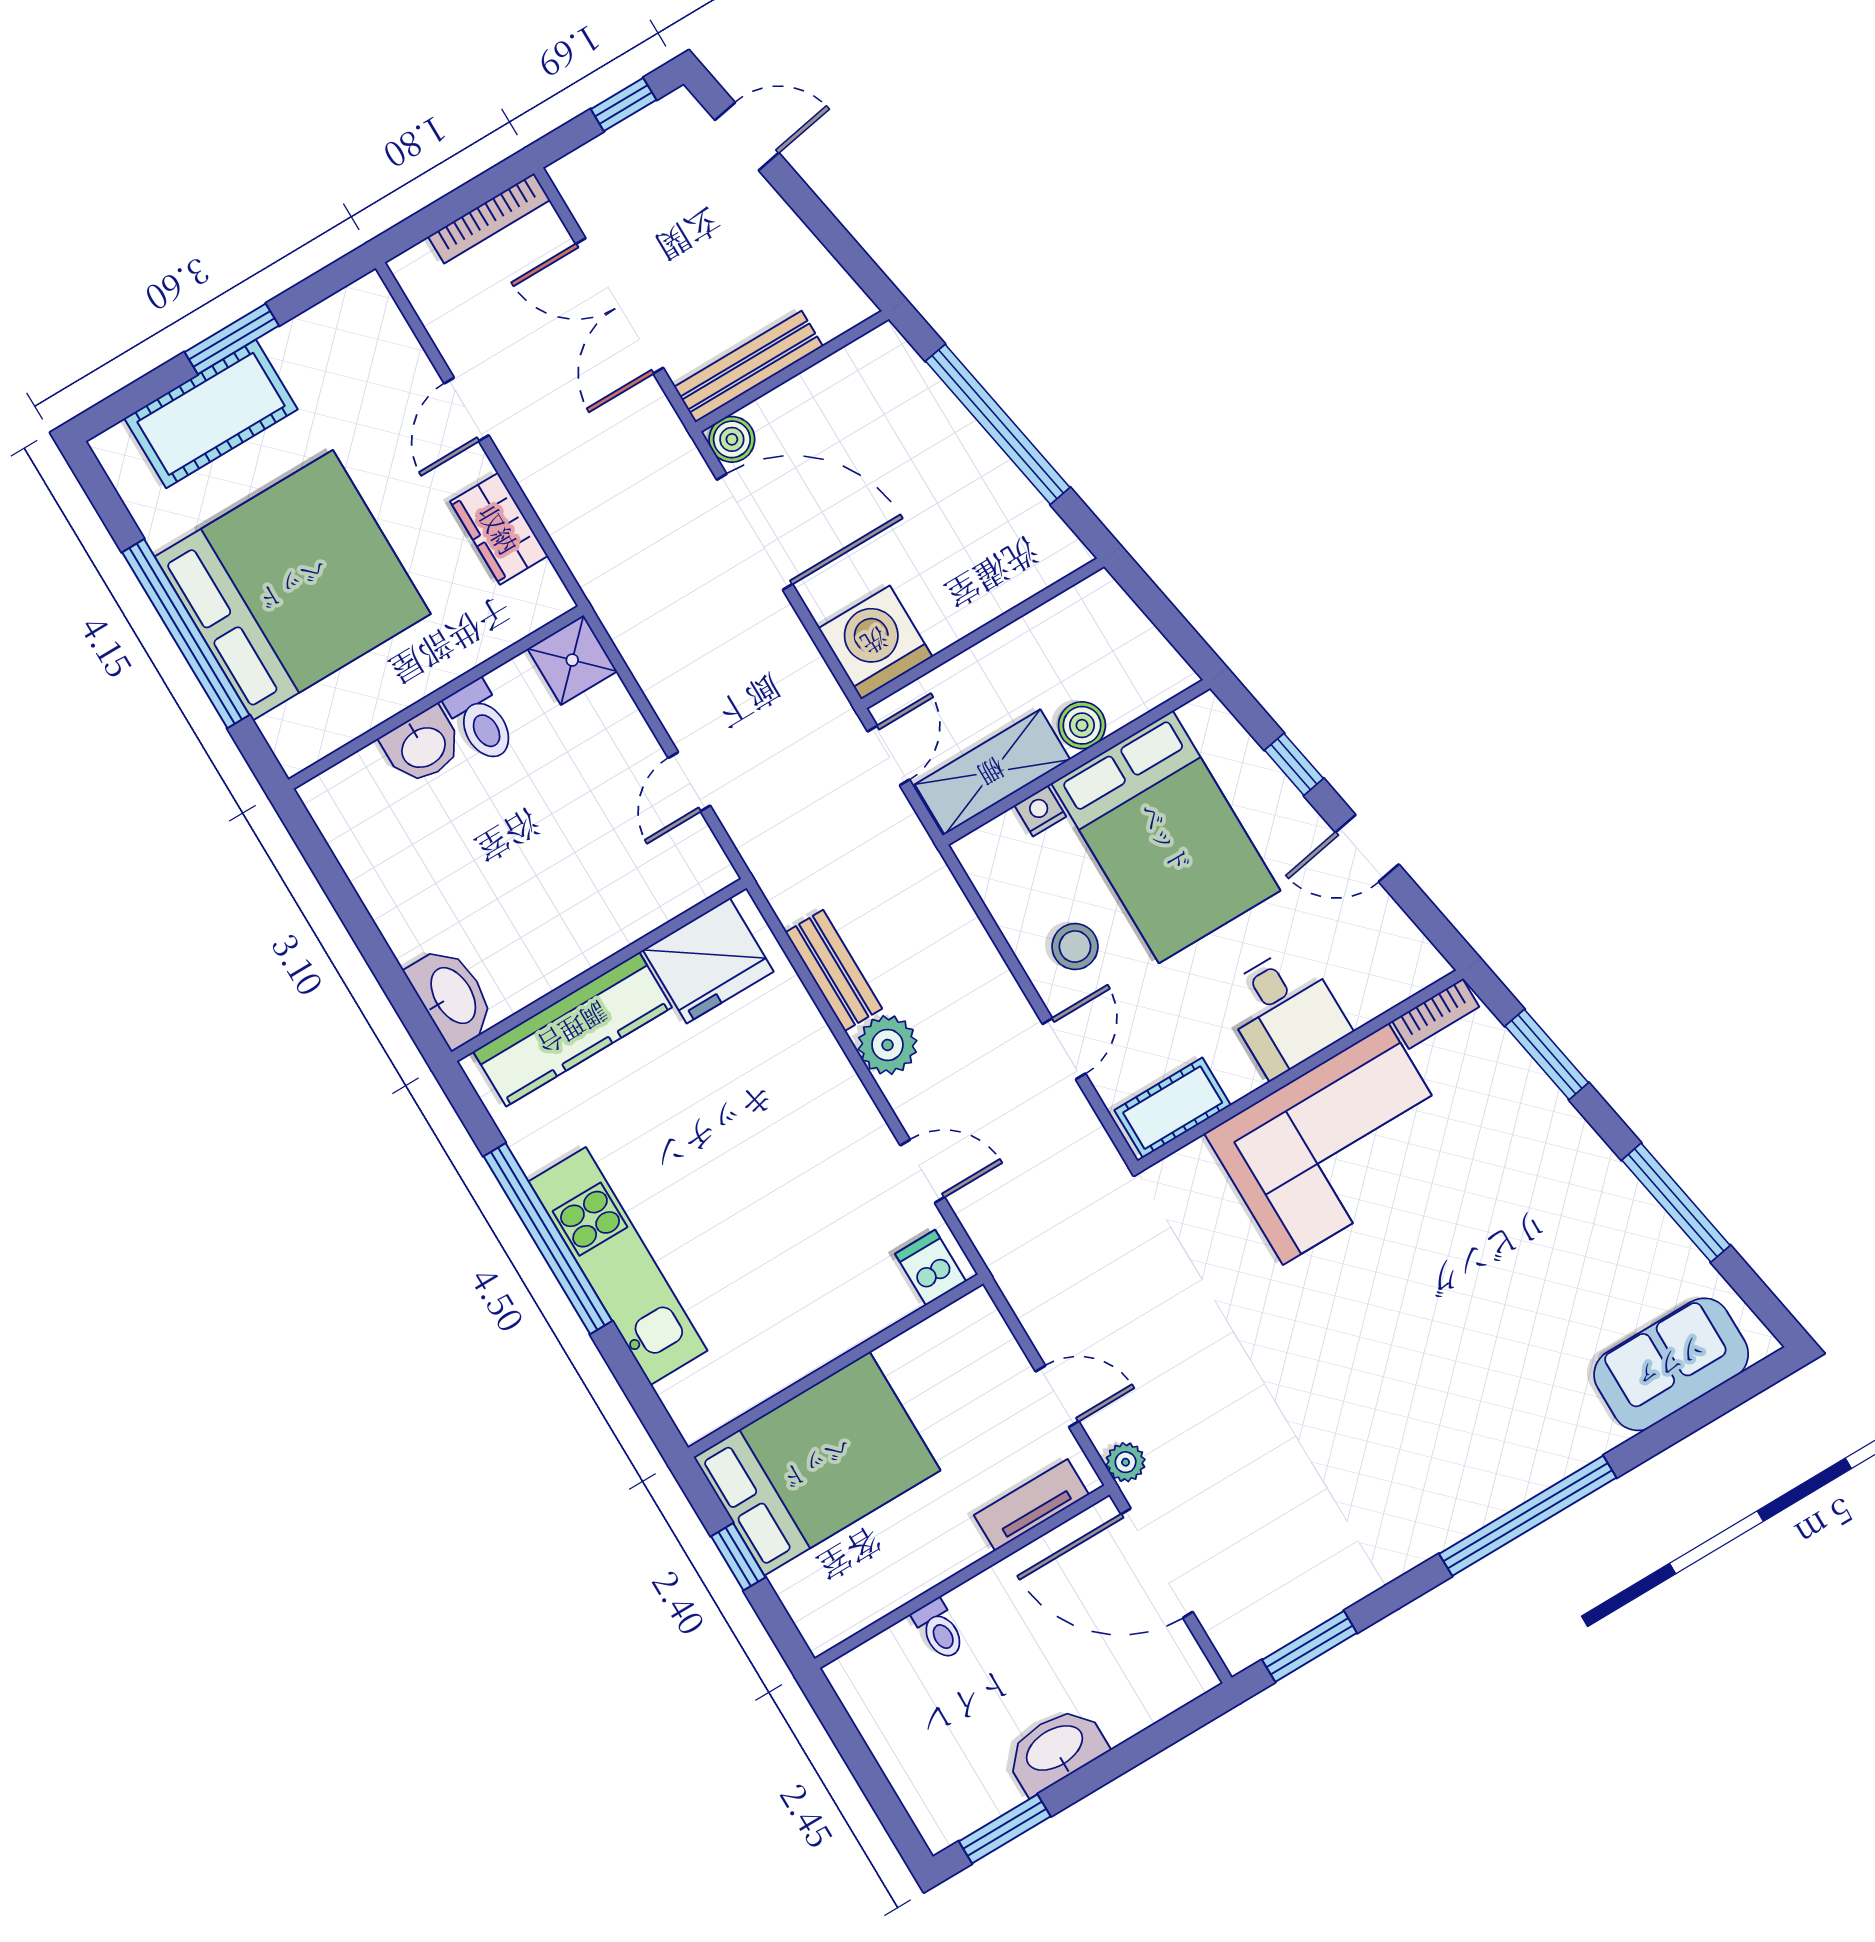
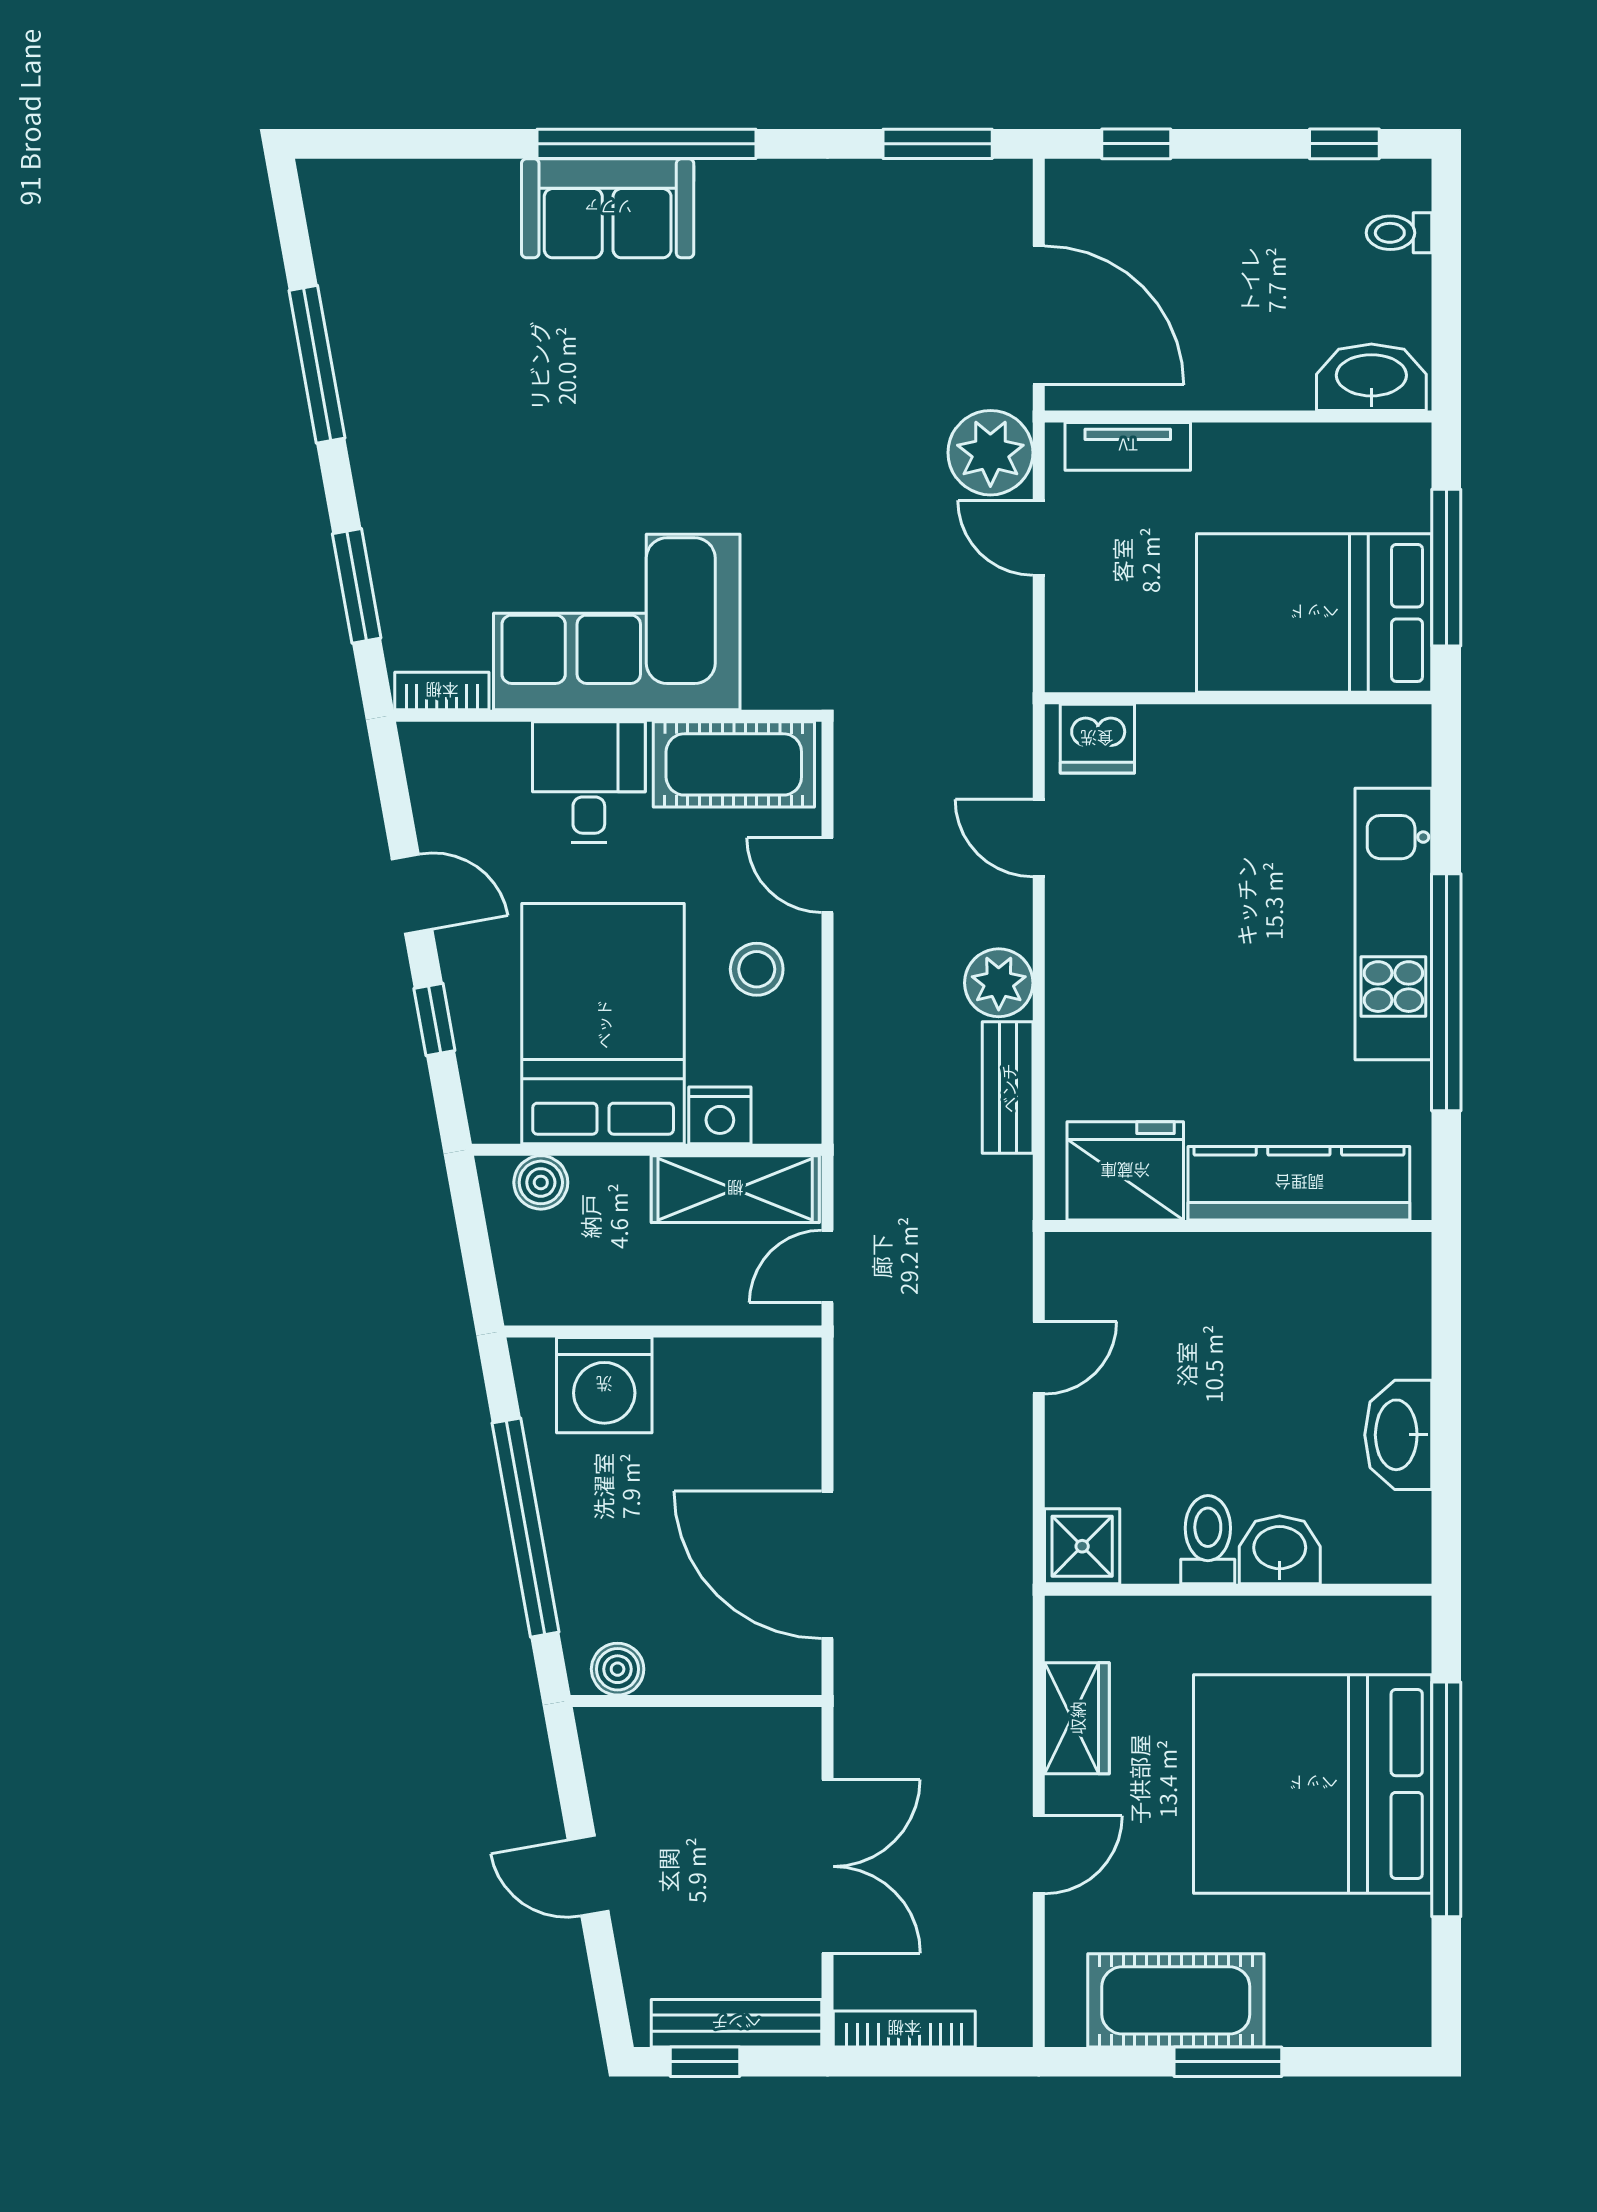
door: (747, 136) -> (588, 1876), moved
bench: (749, 367) -> (736, 2023), moved
cot: (211, 414) -> (1176, 2000), moved
boiler: (732, 439) -> (618, 1669), moved
washing machine: (875, 642) -> (604, 1385), moved
boiler: (1082, 725) -> (541, 1182), moved
nightstand: (1040, 811) -> (720, 1115), width x1.39, depth x1.35
washbasin: (452, 996) -> (1398, 1435), moved
door: (1064, 1049) -> (828, 875), hinge flipped
cot: (1173, 1108) -> (734, 764), width x1.37, depth x1.34
dishwasher: (931, 1268) -> (1097, 739), width x1.38
sofa: (1671, 1364) -> (608, 208), moved
plant: (1126, 1462) -> (990, 453), width x1.87, depth x1.87
window: (738, 1557) -> (1446, 568), width x2.17
toilet: (939, 1630) -> (1399, 233), moved, turned -90
window: (1161, 1735) -> (1136, 144), added
washbasin: (1055, 1749) -> (1371, 377), moved, turned 180
window: (1005, 1829) -> (1344, 144), width x0.67

